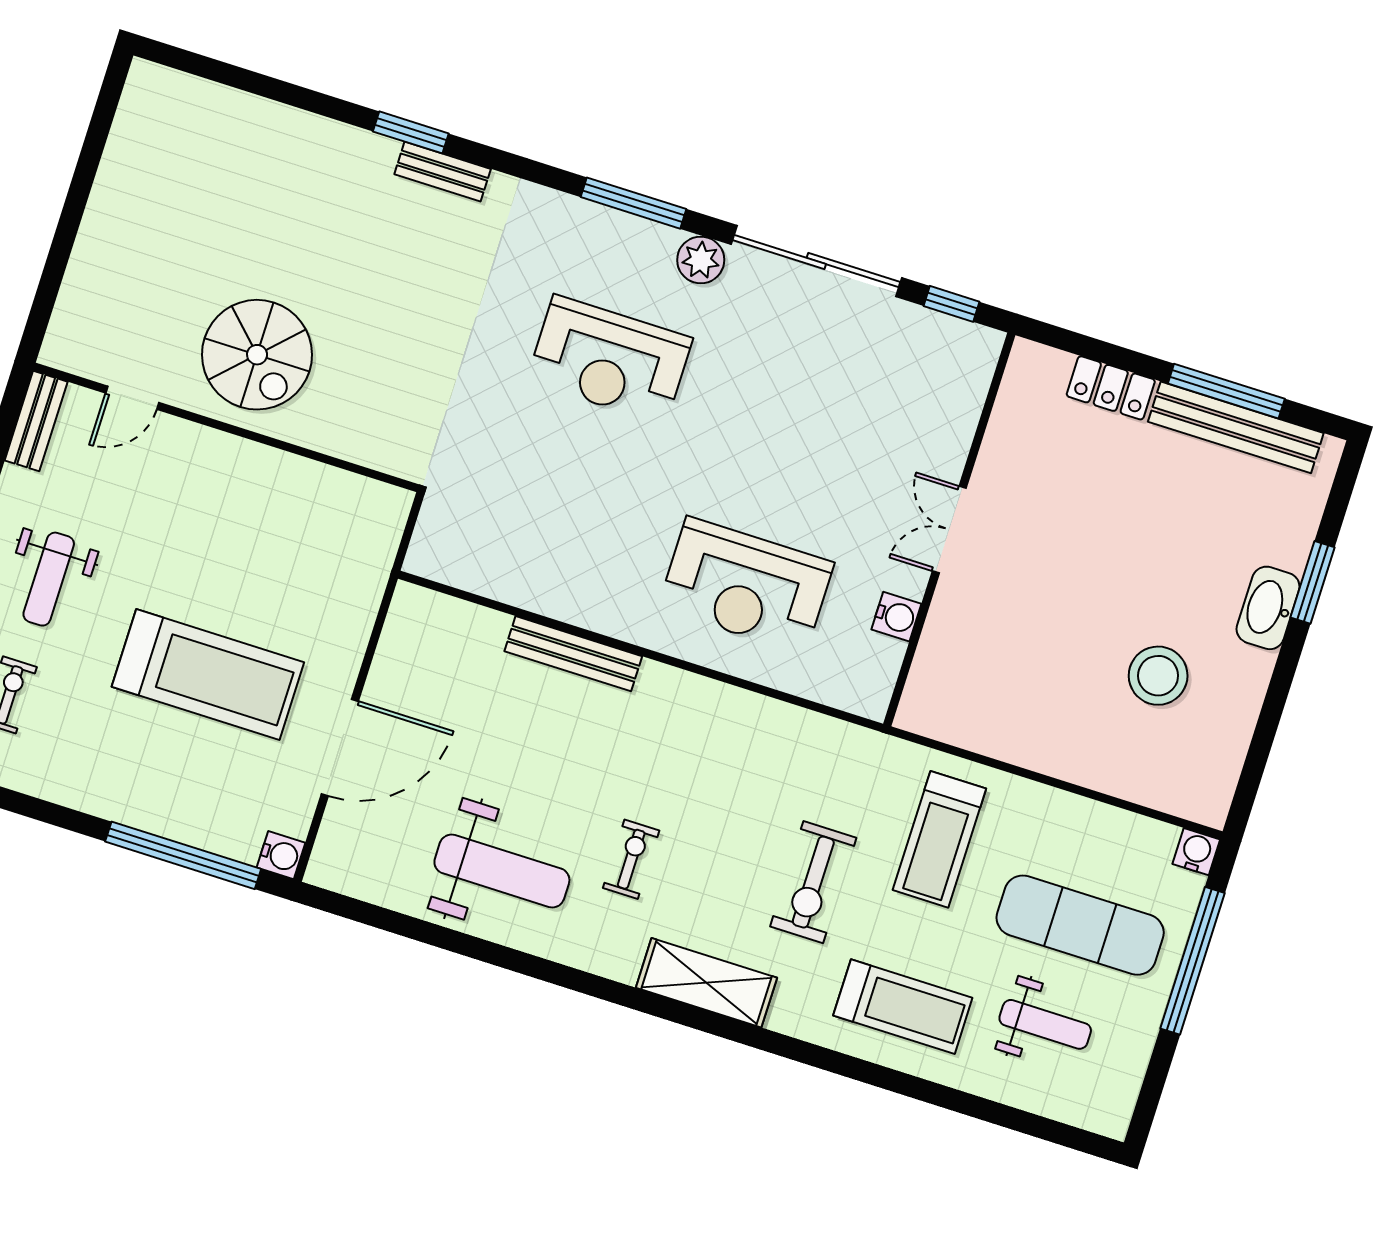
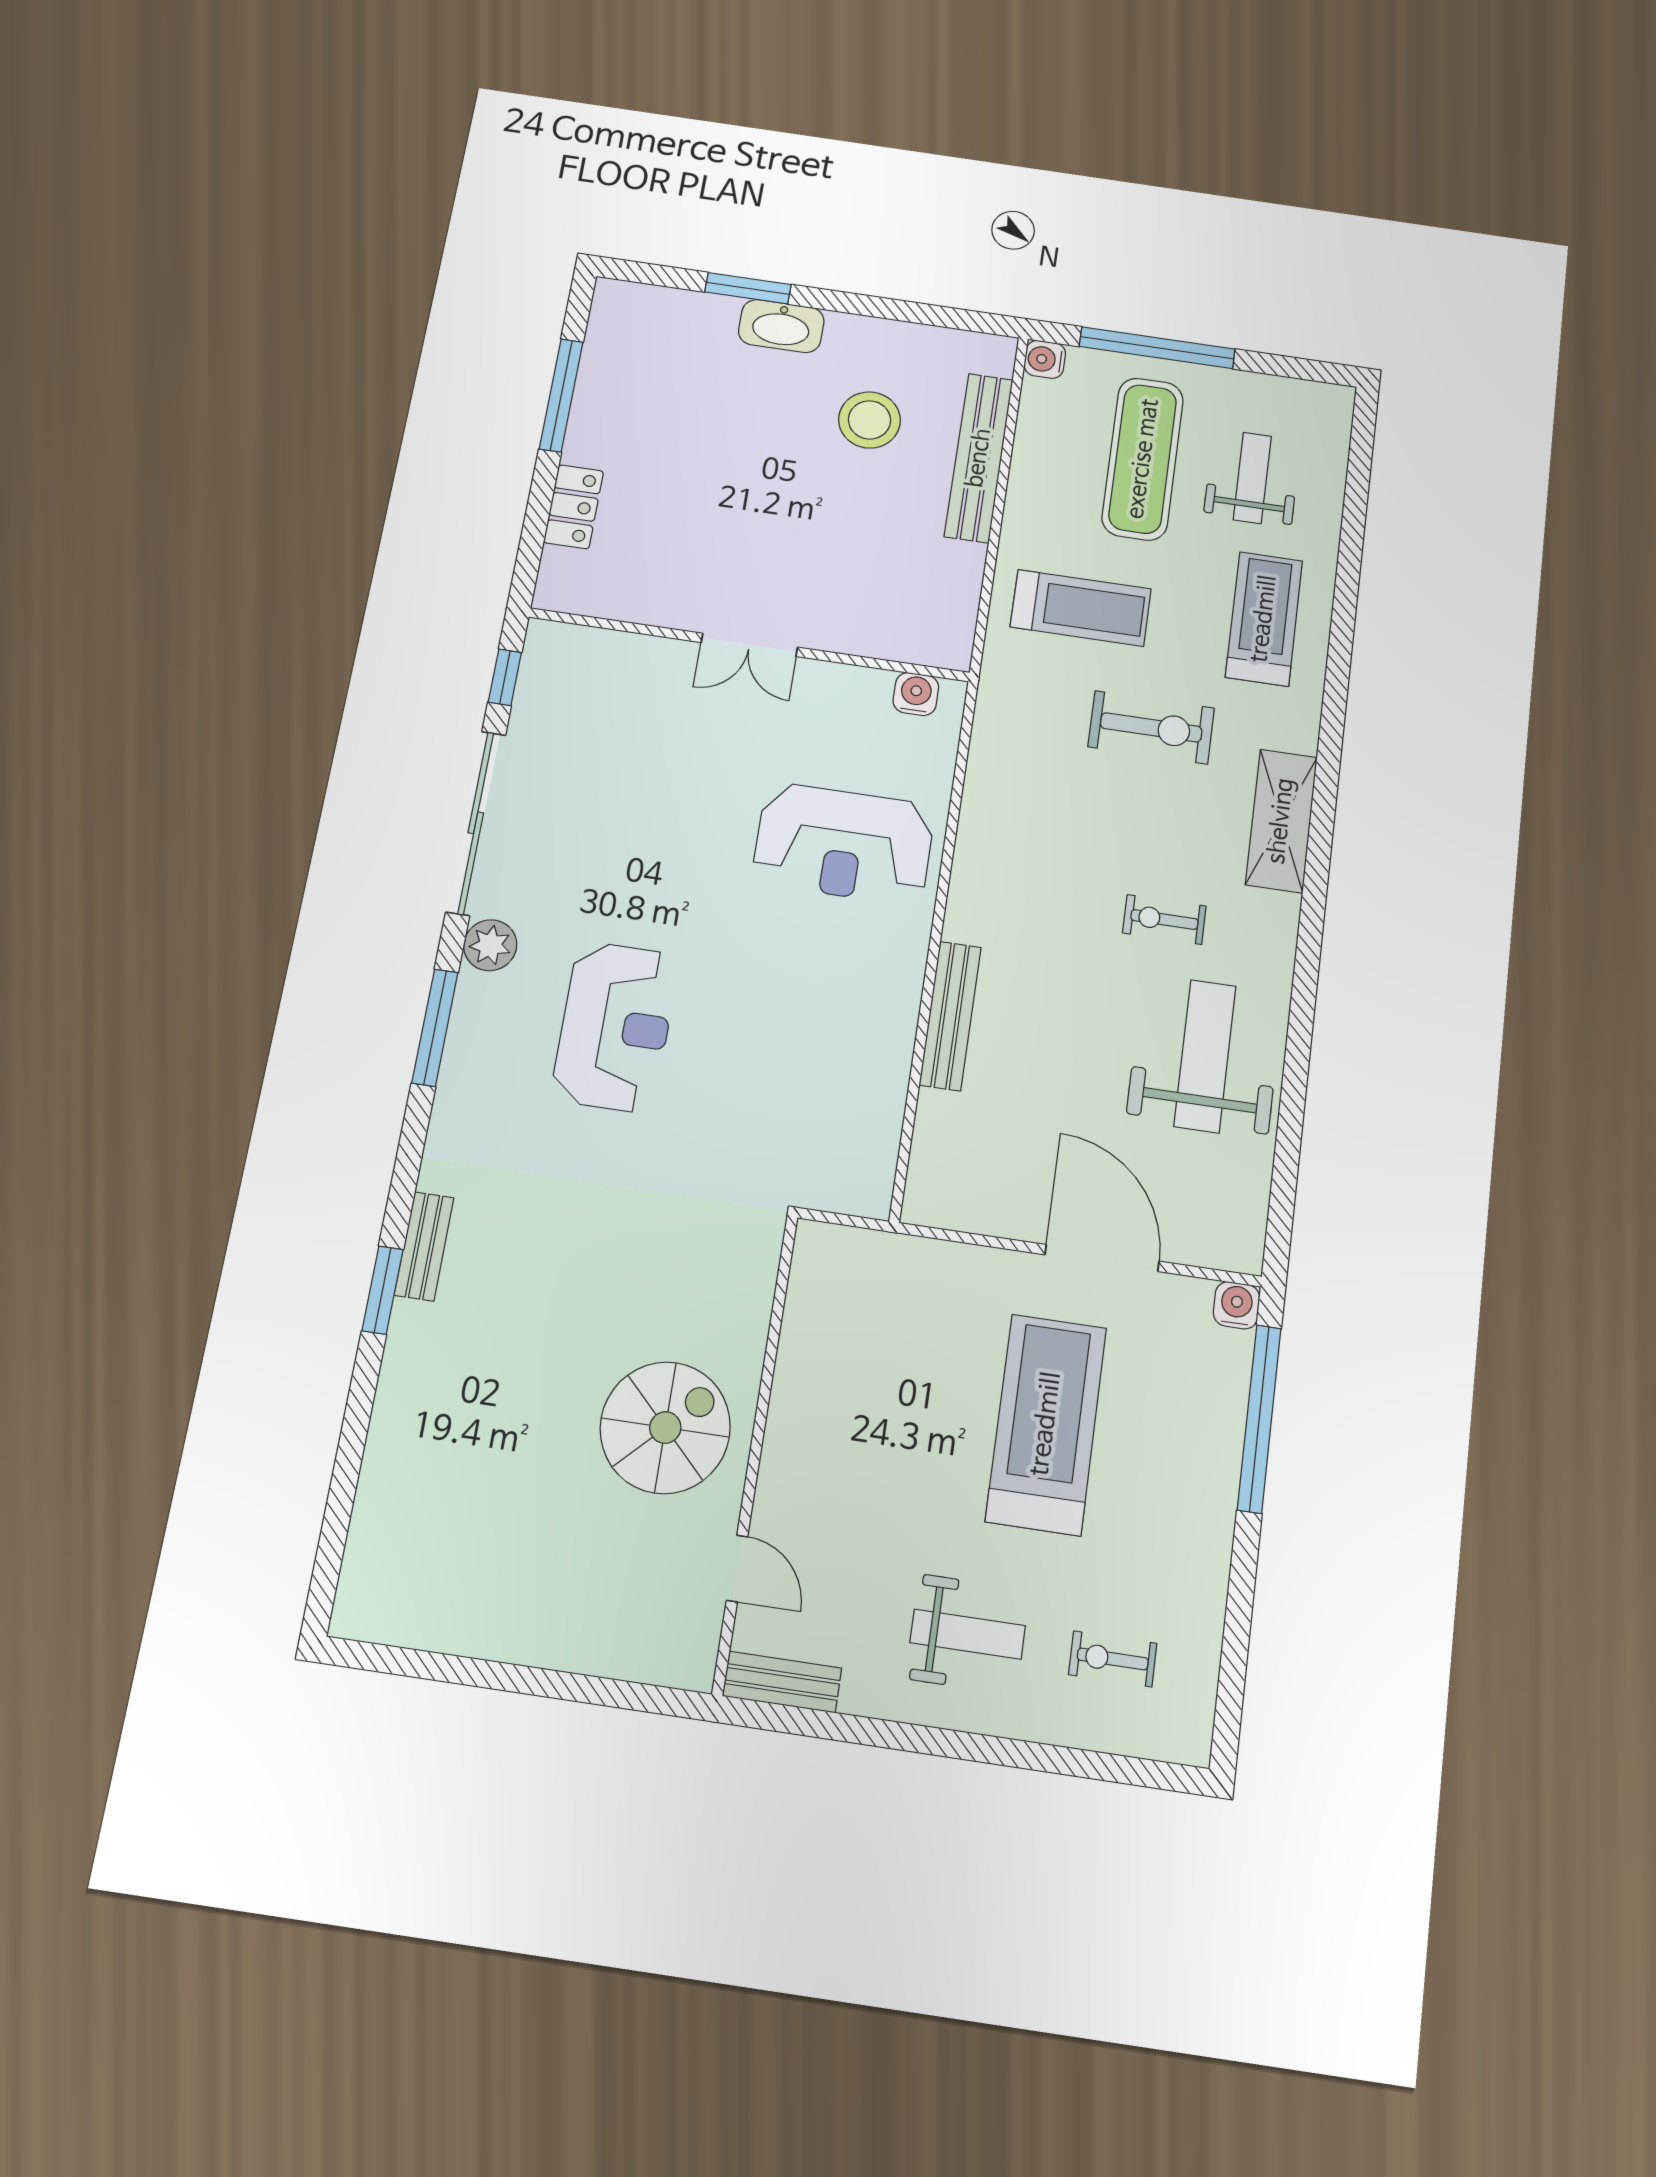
bench: (1236, 427) -> (979, 458), moved
reception desk: (746, 585) -> (844, 844), turned 90
water cooler: (896, 617) -> (916, 694), moved

